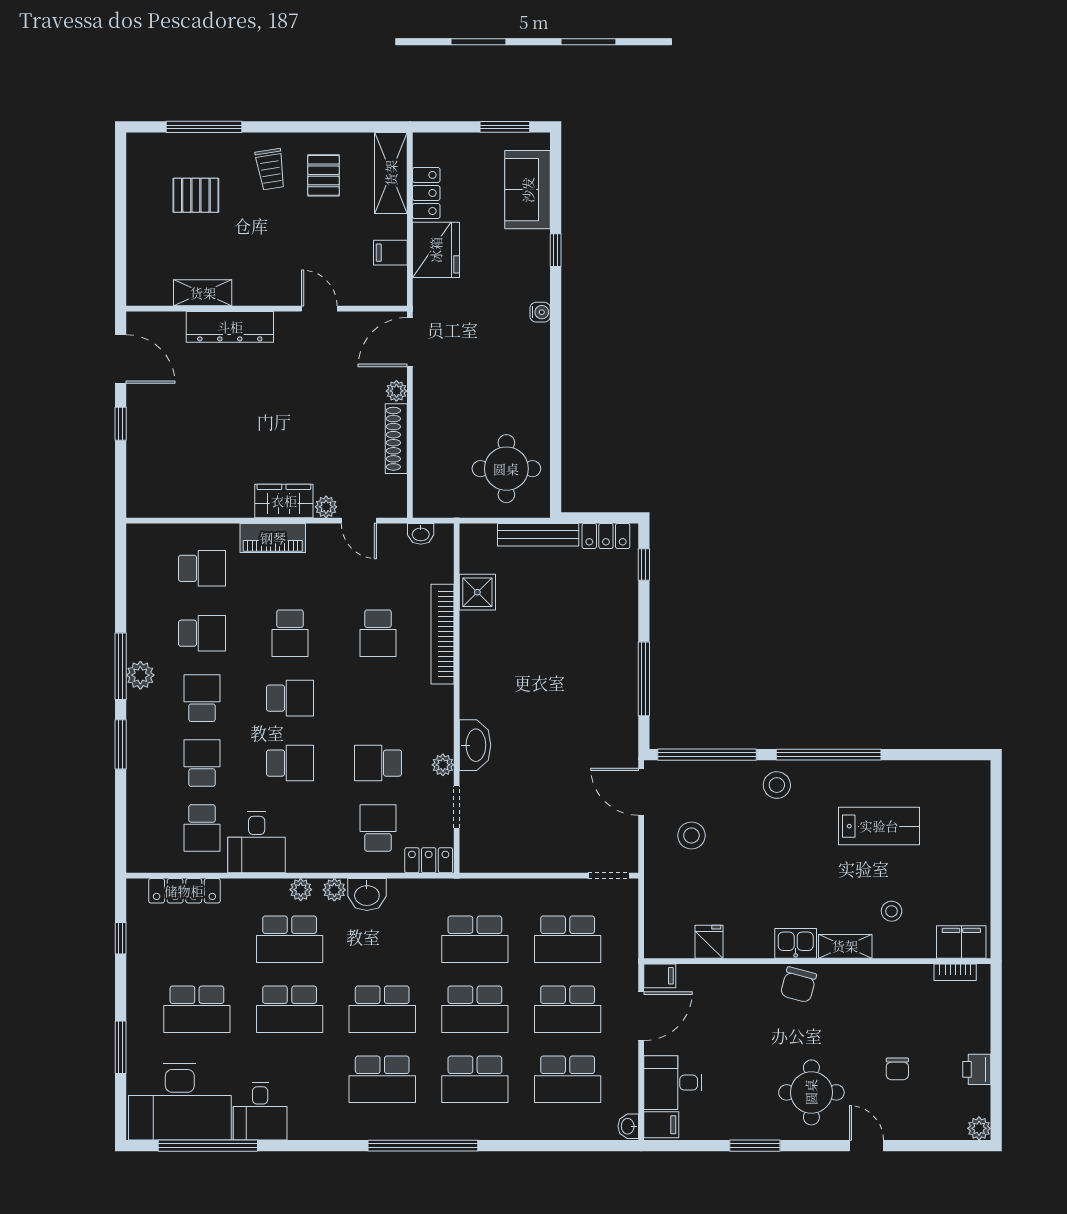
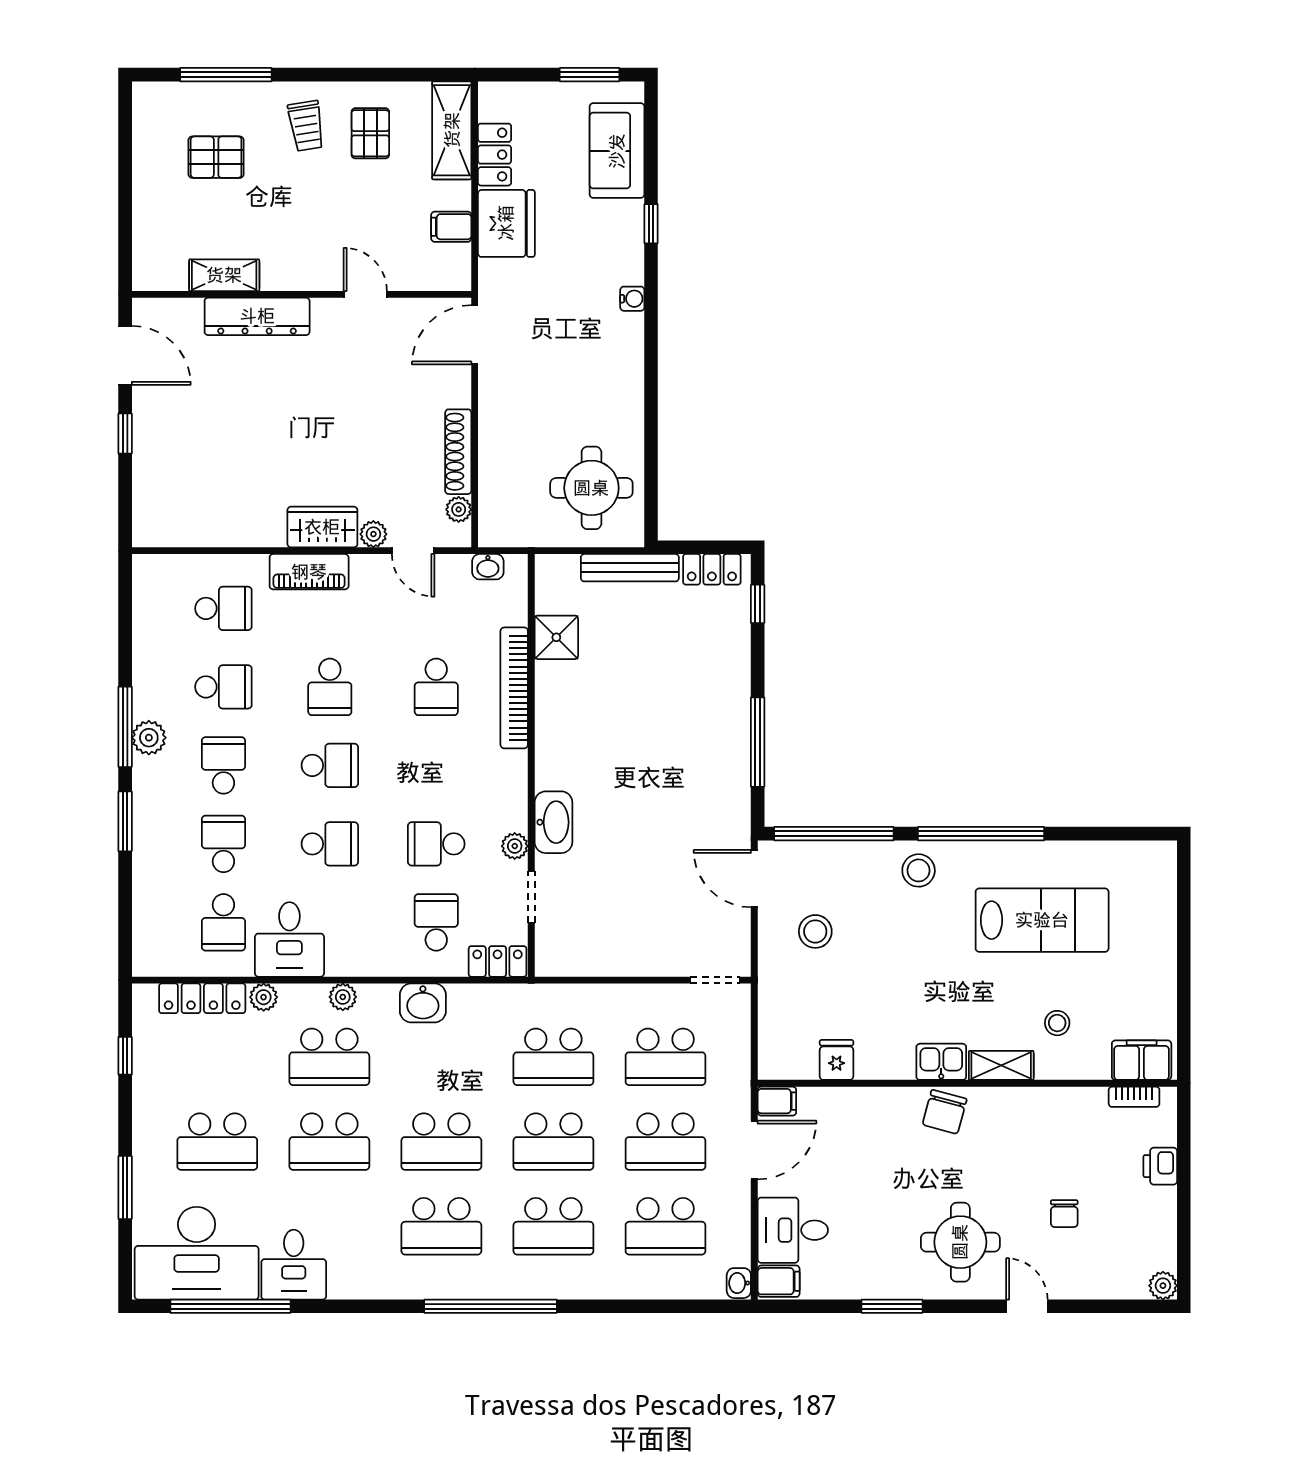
plant: (396, 391) -> (459, 509), moved
lab bench: (879, 826) -> (1042, 920), width x1.36, depth x1.39
plant: (334, 890) -> (264, 997), moved
printer: (977, 1069) -> (1160, 1166), moved

